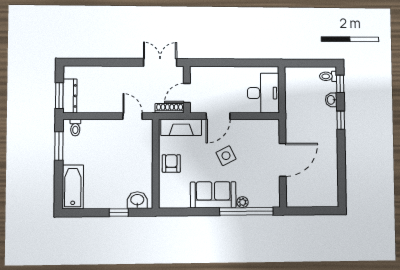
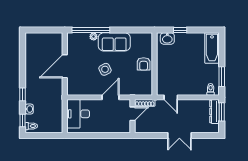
double door: (160, 62) -> (179, 135), moved
fireplace: (181, 127) -> (137, 89), removed

